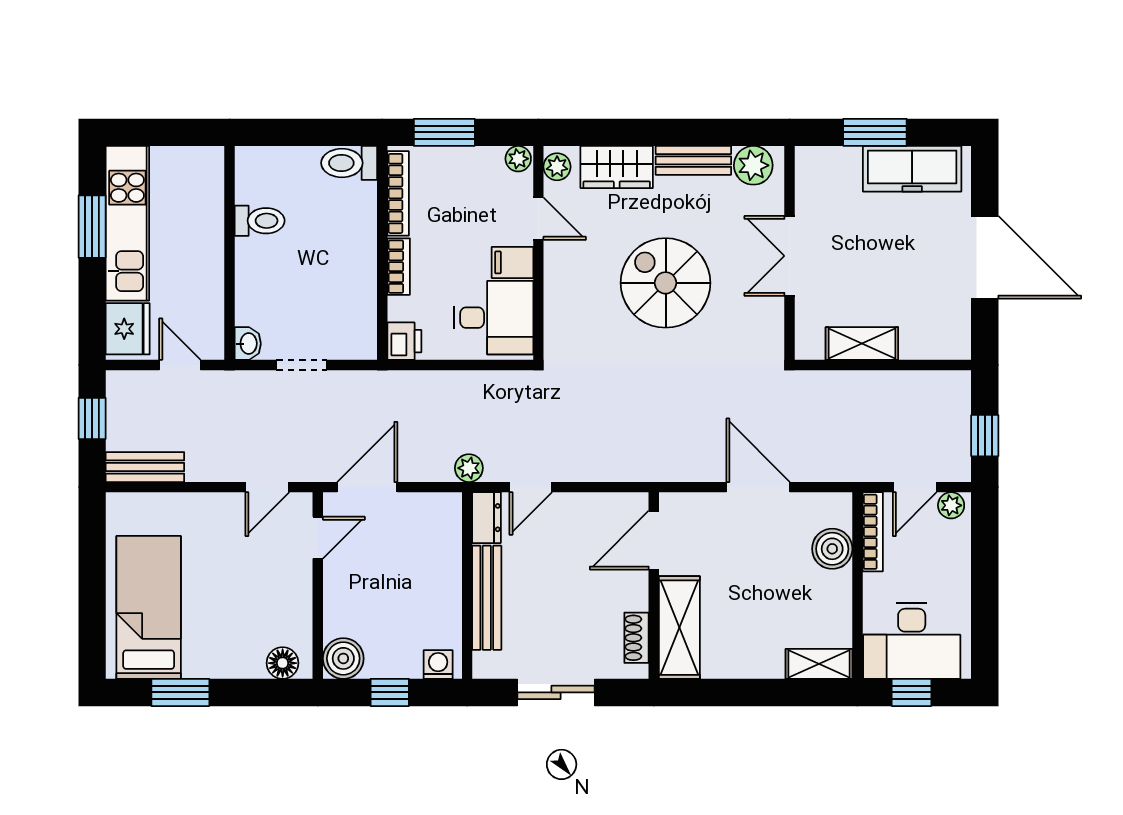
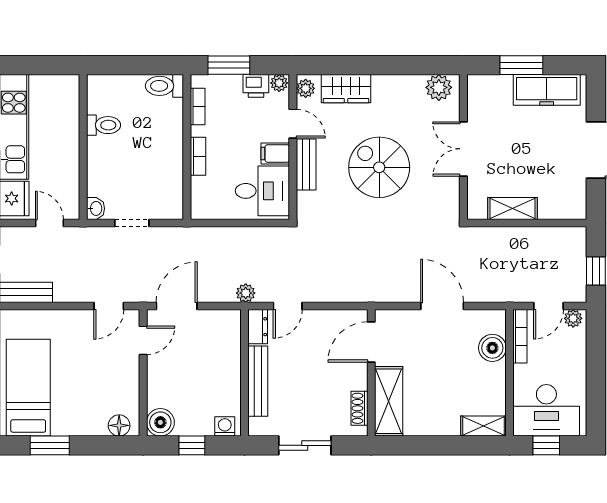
bench: (693, 160) -> (306, 165), moved, turned 90
bookcase: (398, 193) -> (198, 107), width x0.64
printer: (404, 341) -> (256, 86), moved, turned 90

